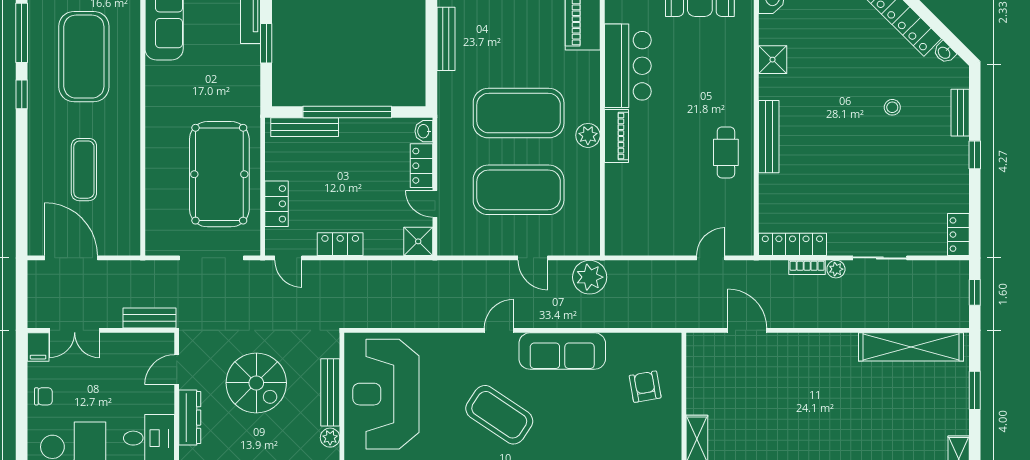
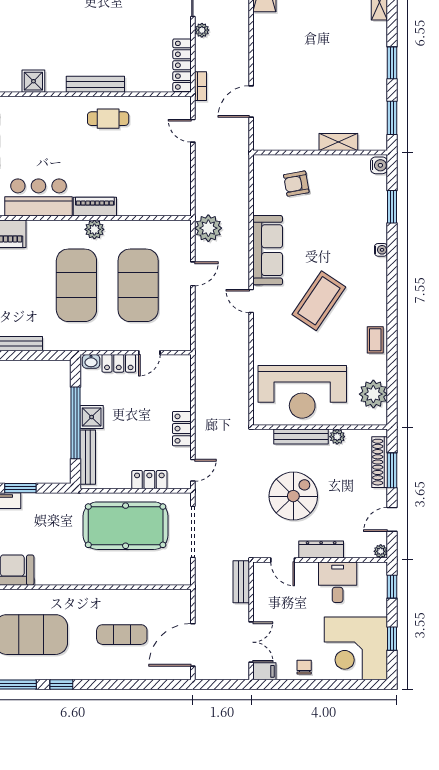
shower: (418, 241) -> (92, 417), moved
bookcase: (807, 267) -> (201, 86), moved

